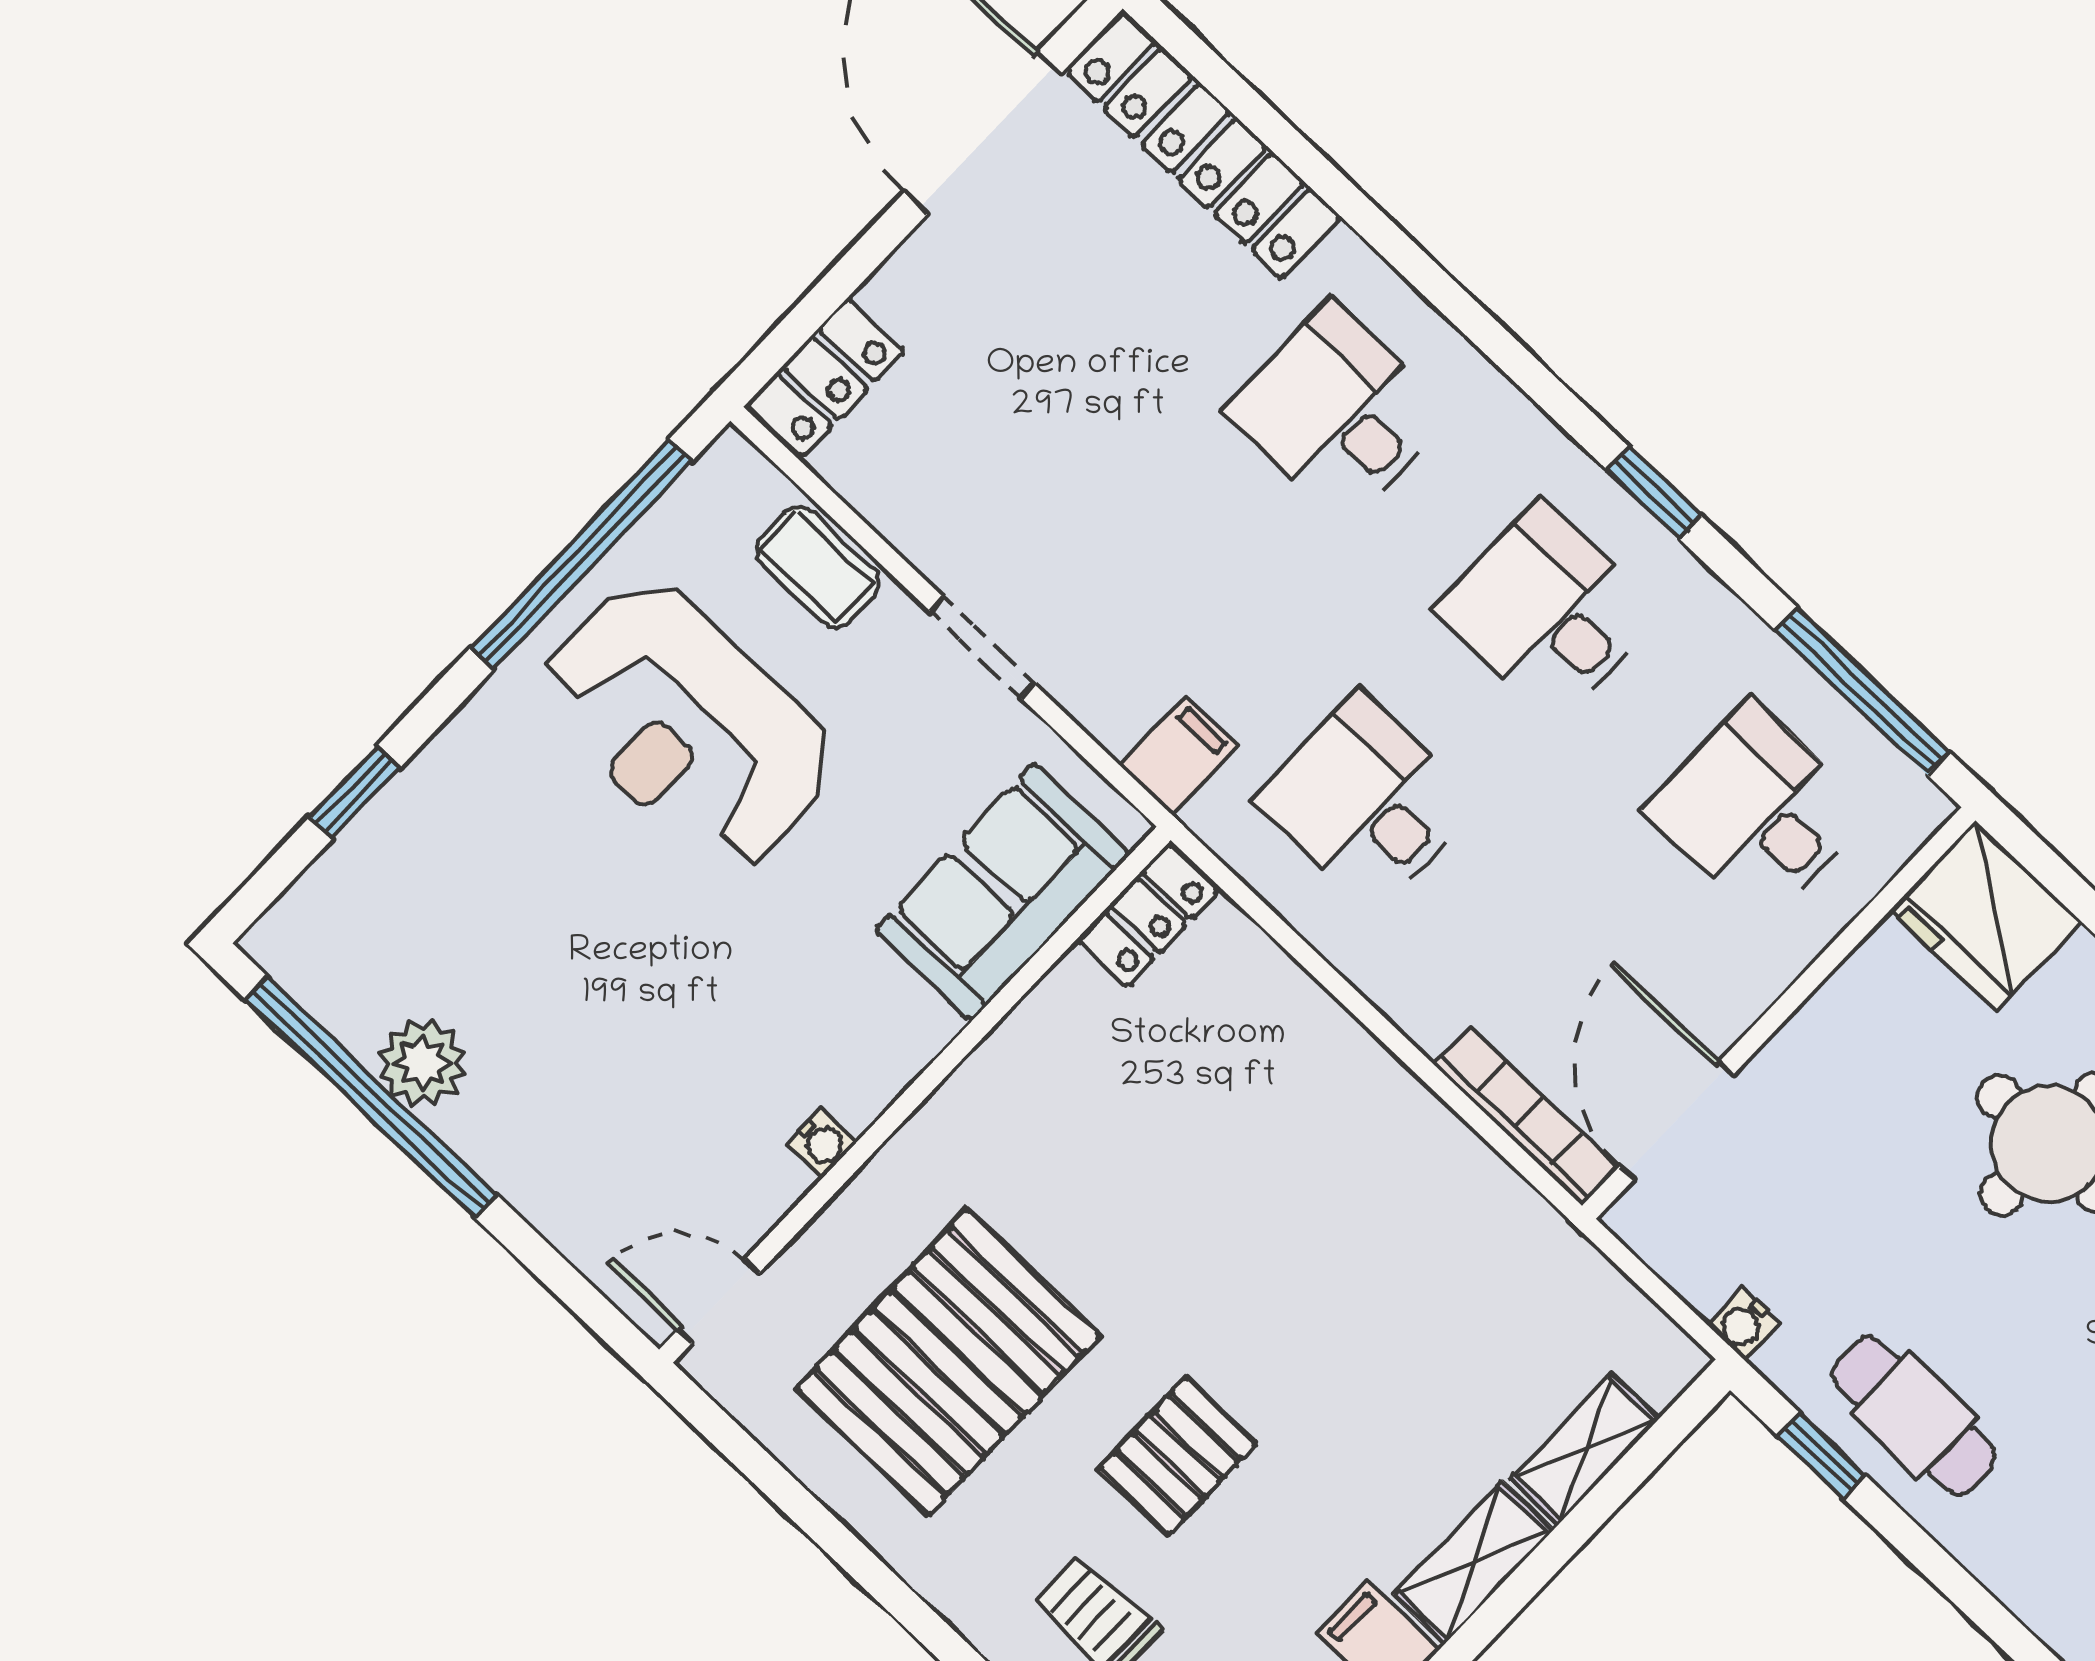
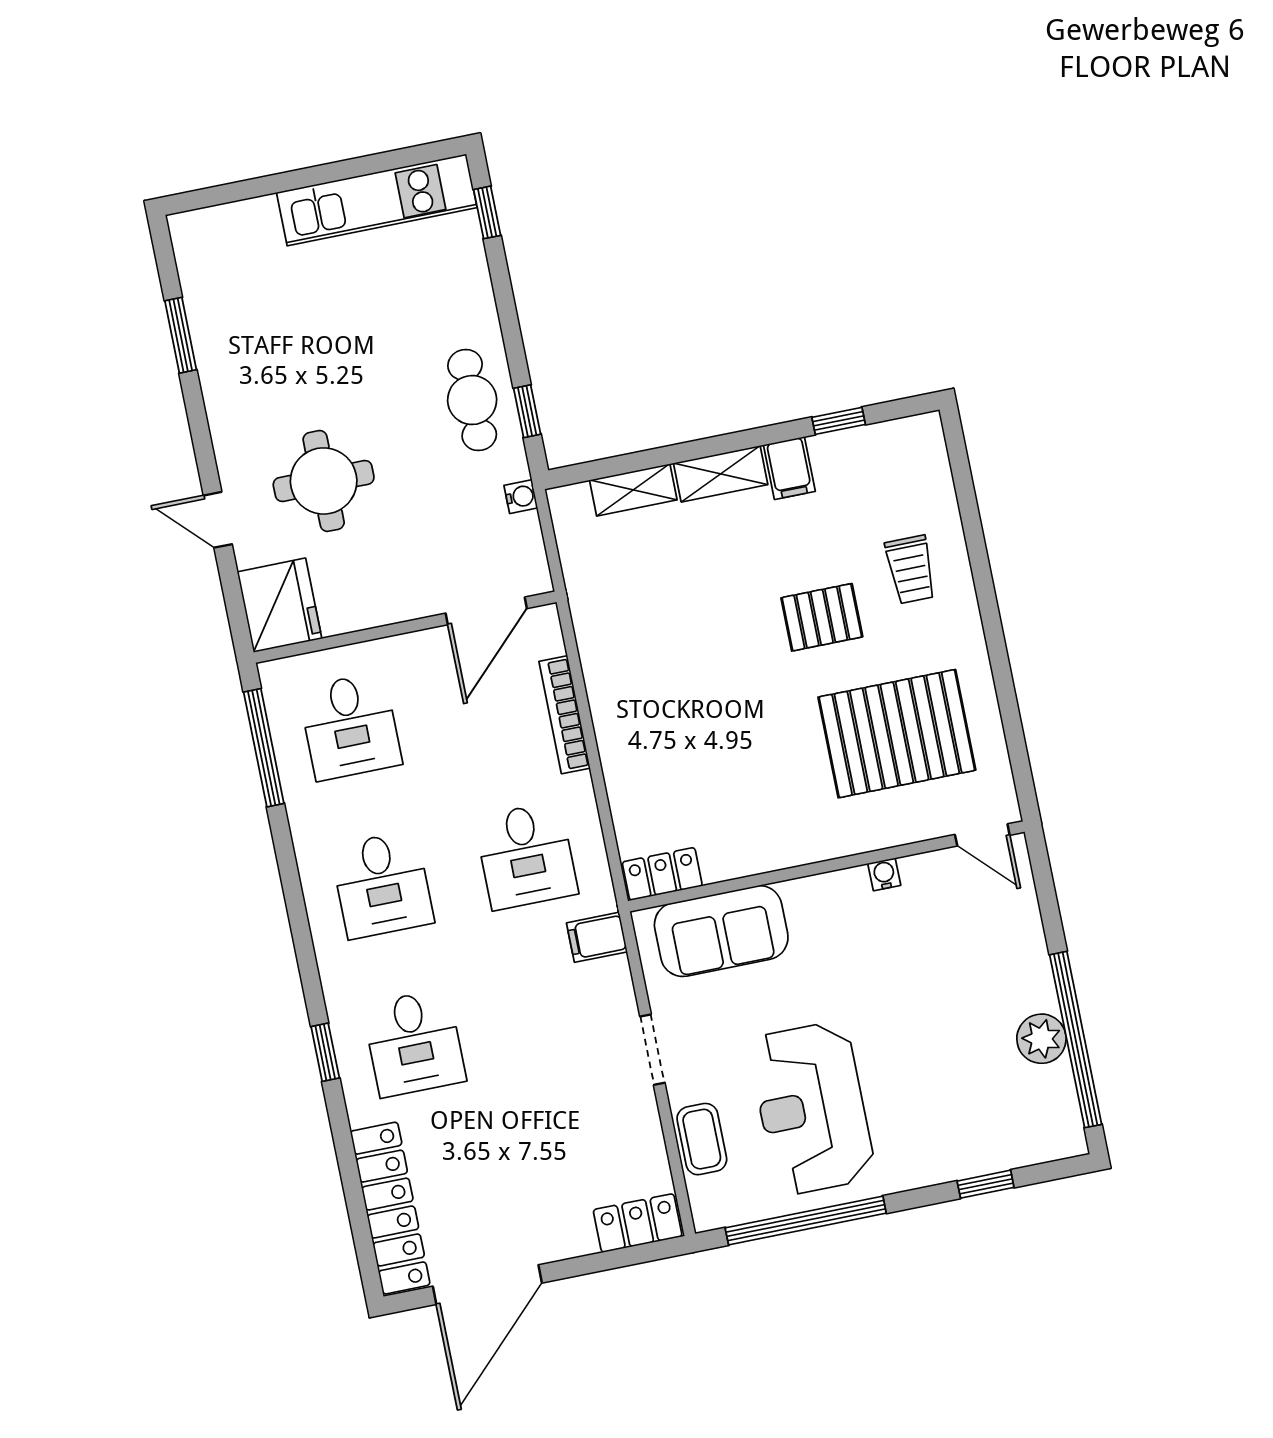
window: (1654, 493) -> (325, 1052), moved
reception desk: (688, 725) -> (812, 1108), turned 180
bookcase: (1526, 1116) -> (565, 715), moved

